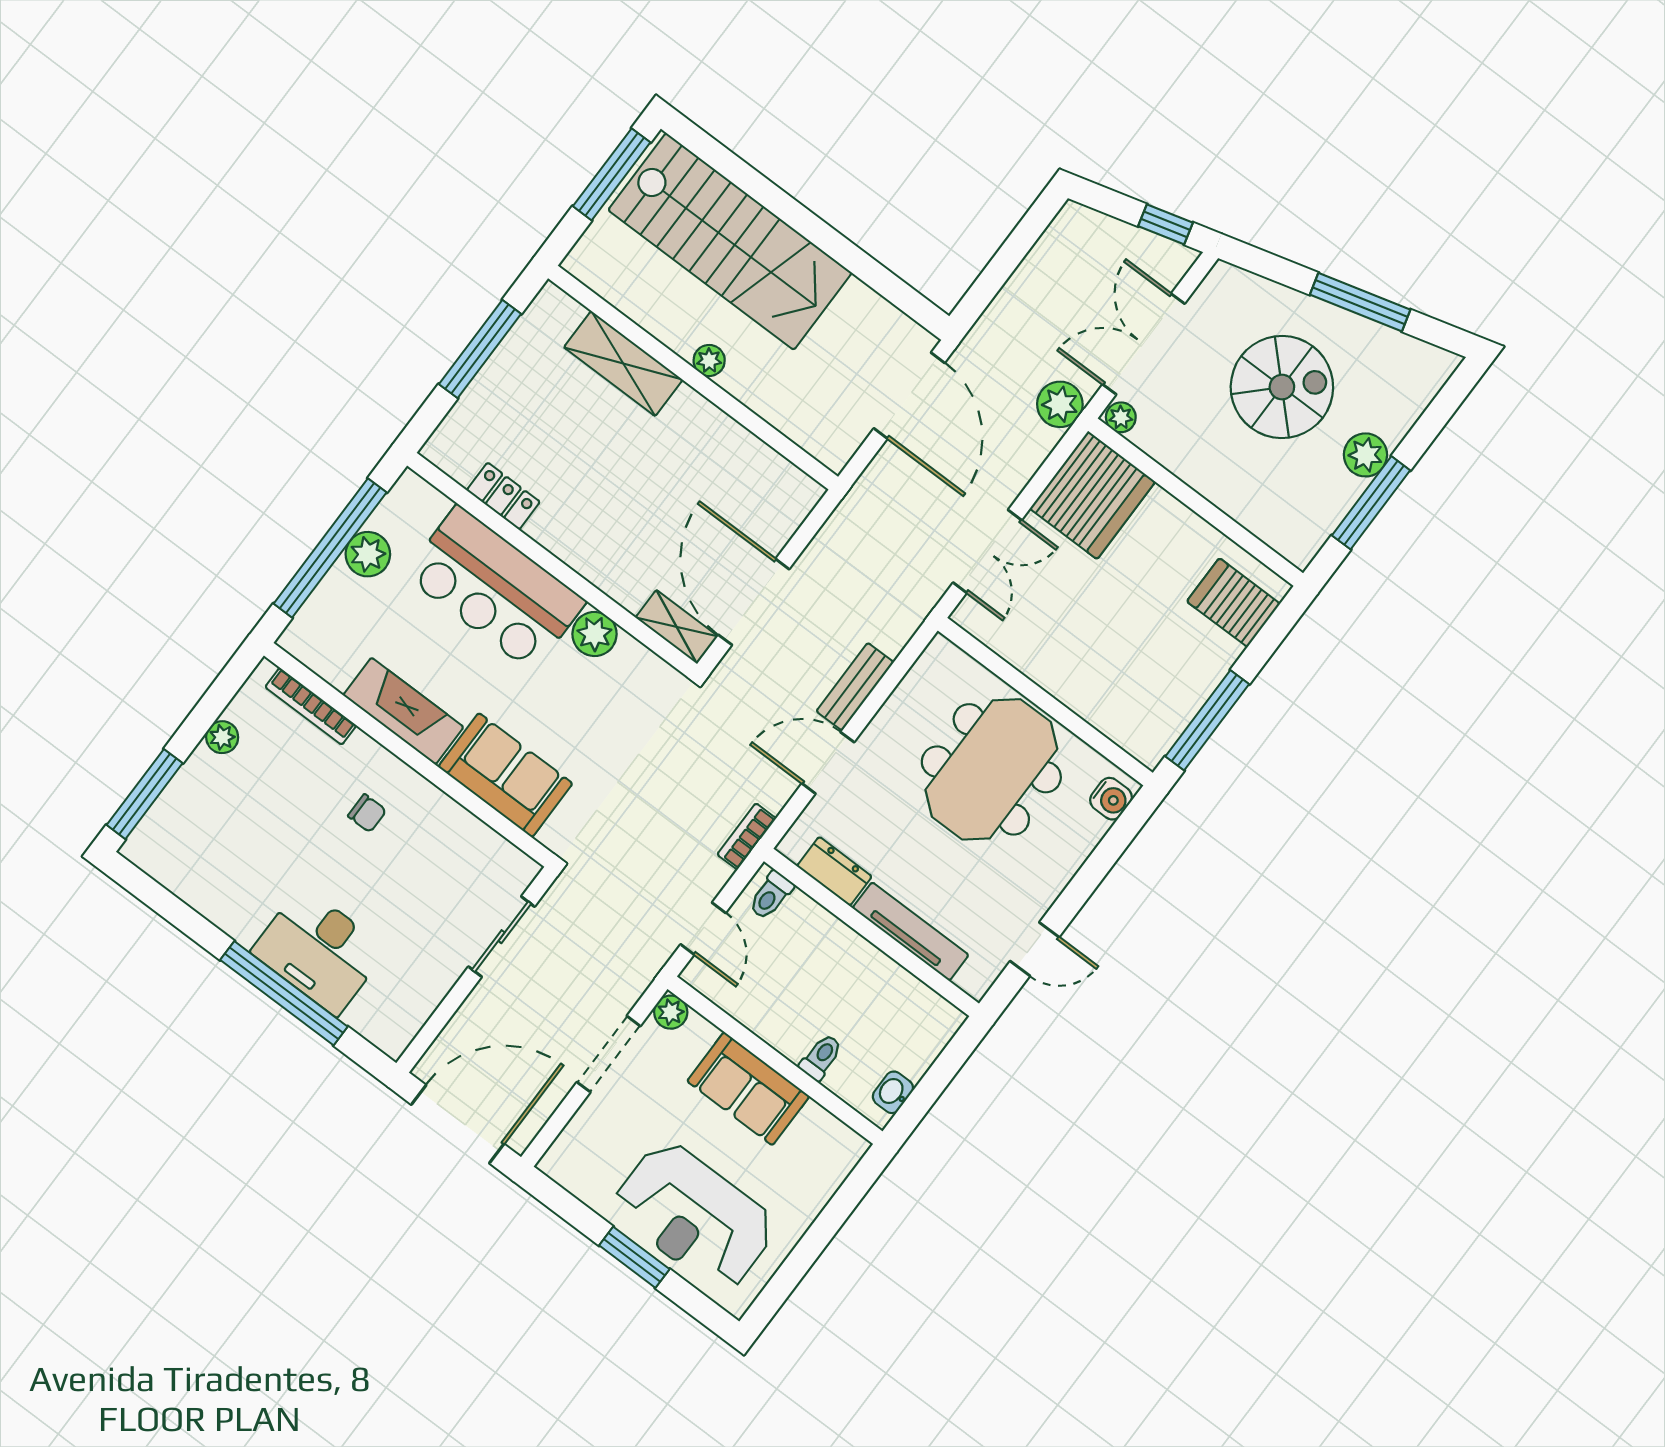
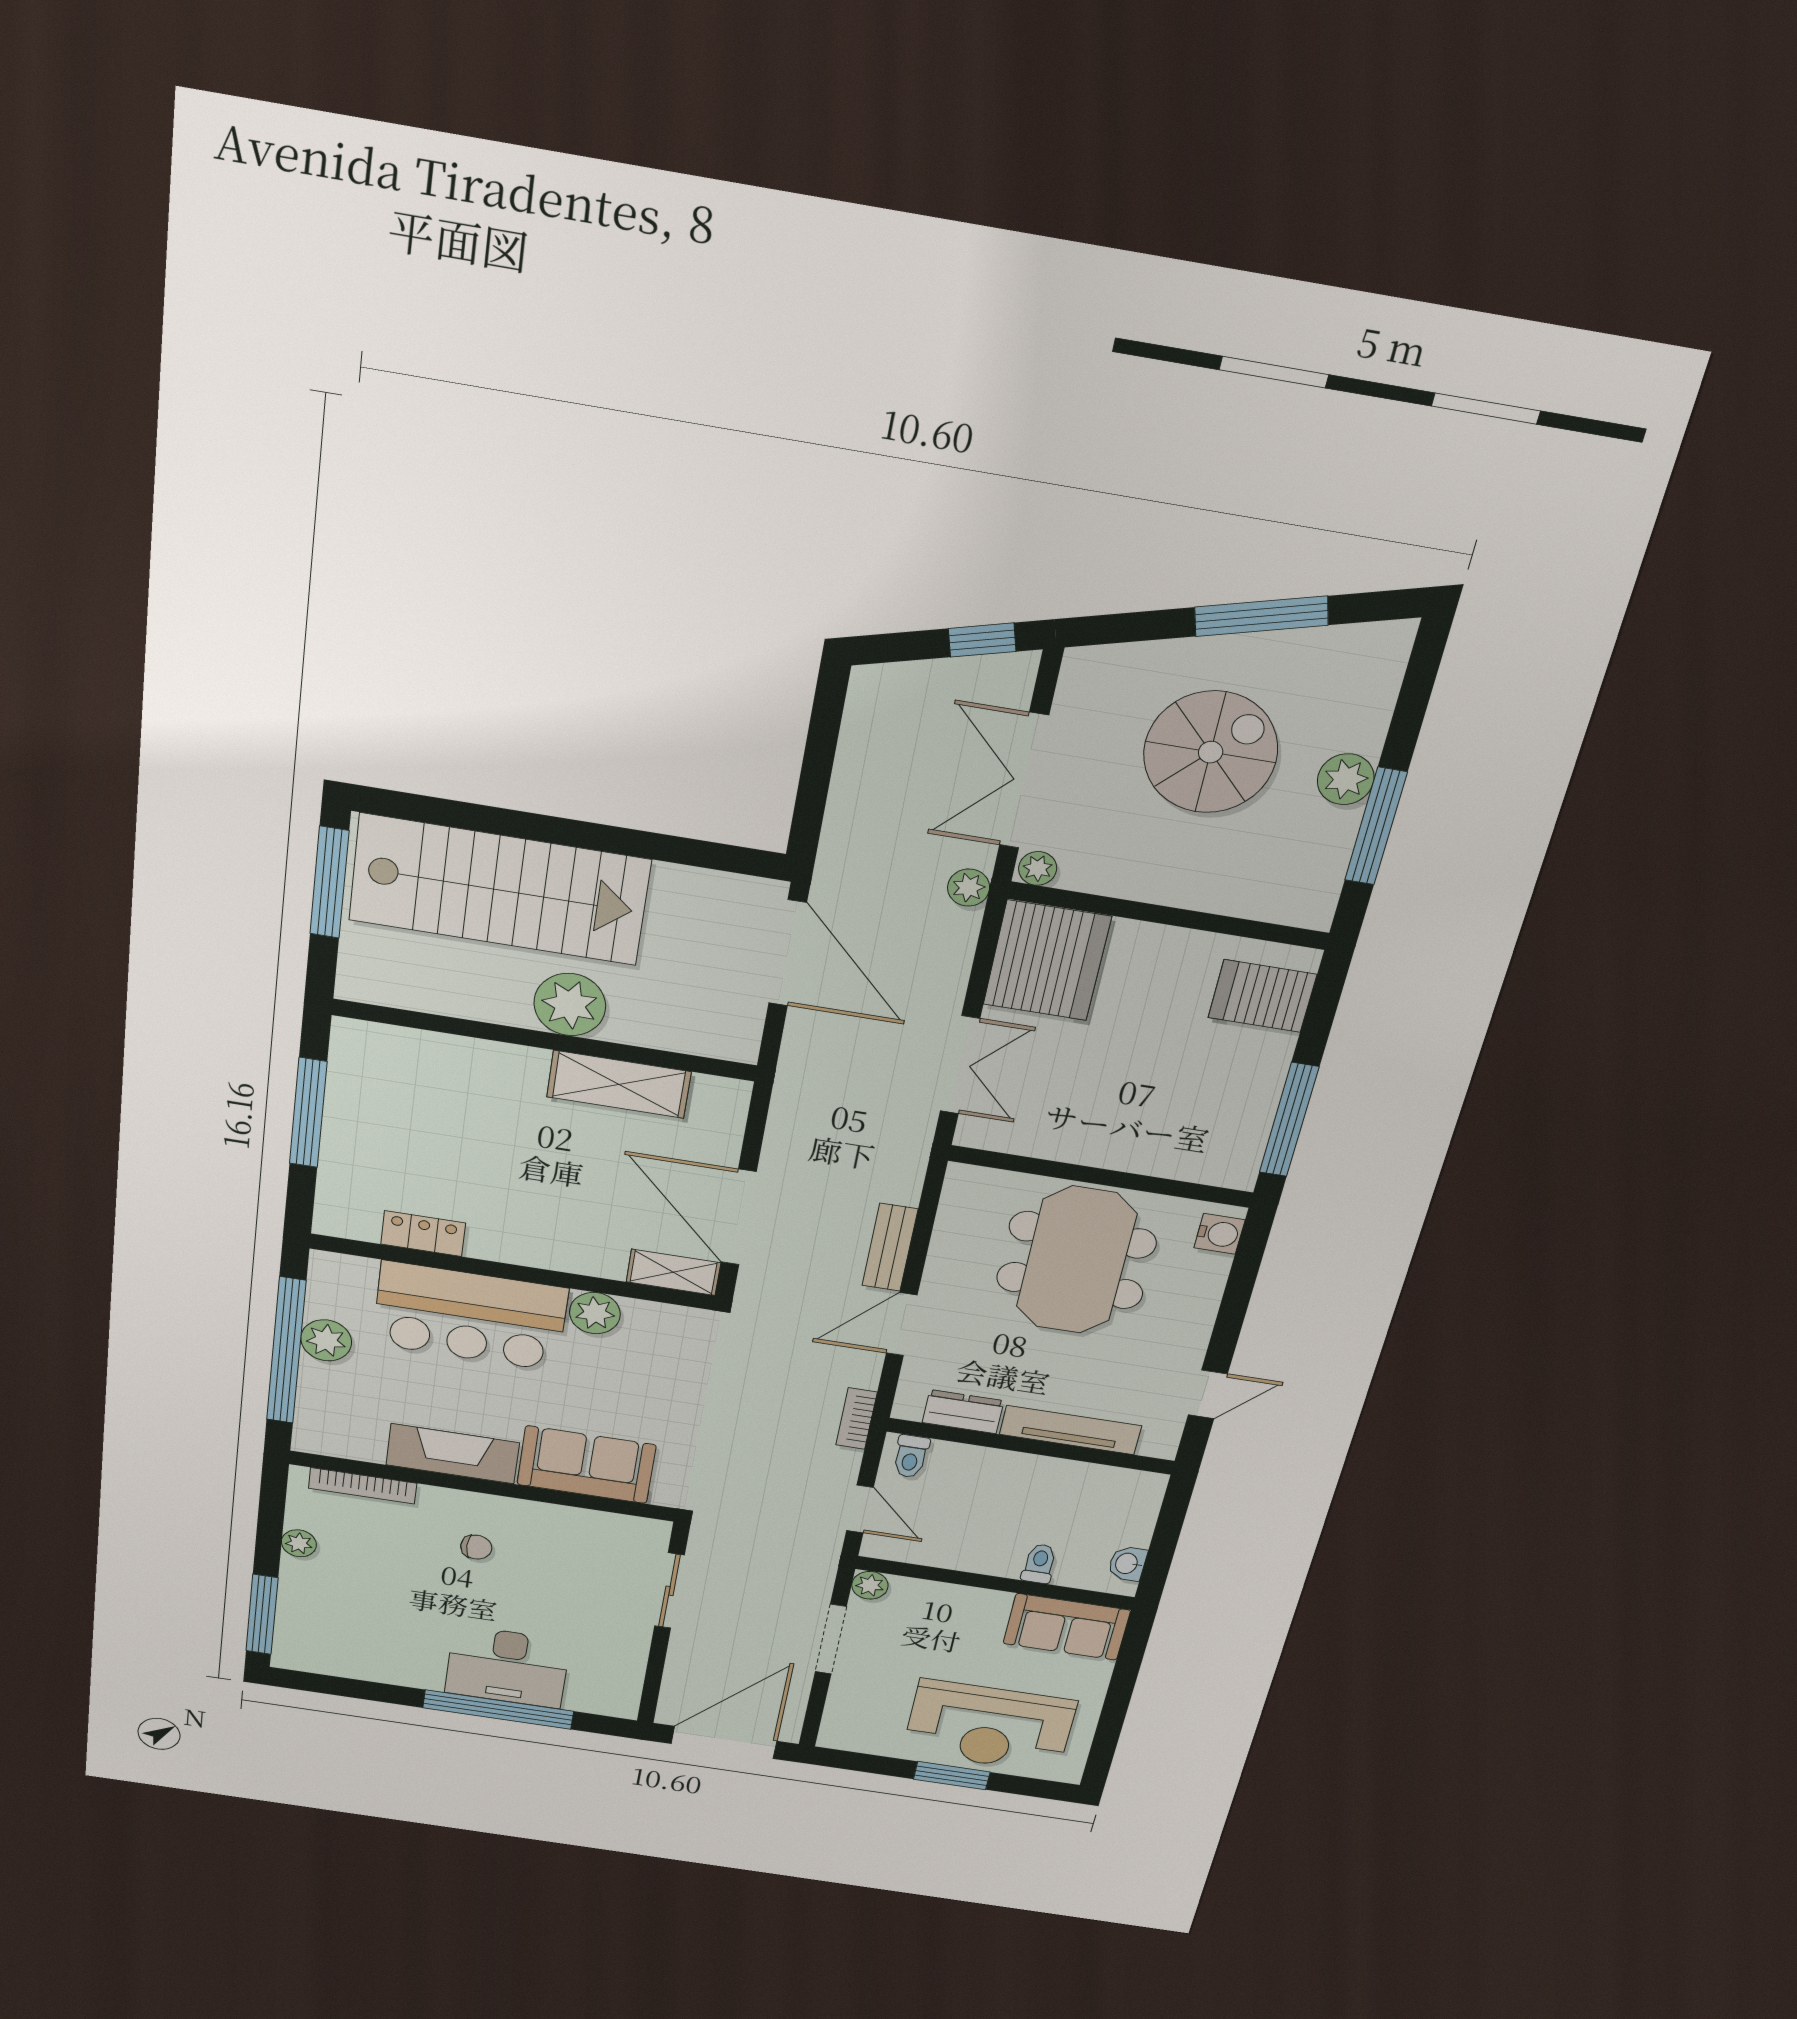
plant: (709, 360) -> (570, 1005), width x1.87, depth x1.87
shelving: (623, 364) -> (619, 1084), moved
plant: (1060, 404) -> (969, 888), width x0.73, depth x0.73
sofa: (748, 1089) -> (1067, 1627), moved

